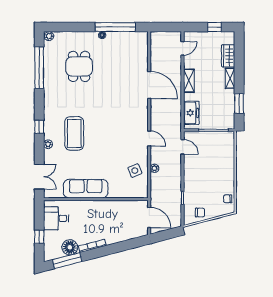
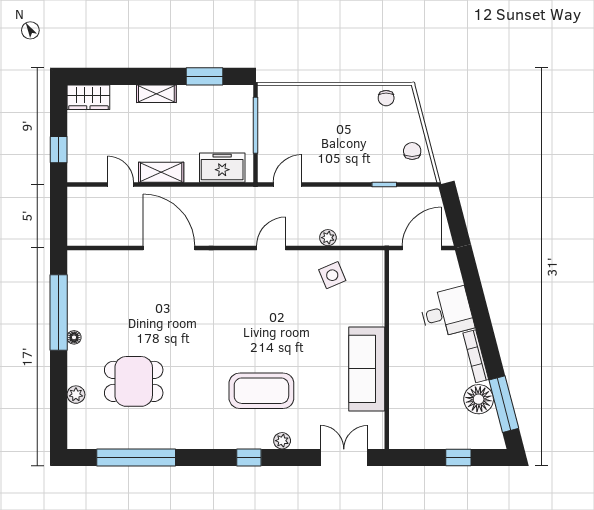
window: (214, 27) -> (59, 150), moved
plant: (49, 36) -> (76, 395), moved
door: (182, 48) -> (121, 184), moved
wardrobe: (228, 56) -> (88, 97), moved
door: (149, 85) -> (169, 248), hinge flipped
desk: (56, 218) -> (447, 313), moved, turned -105

